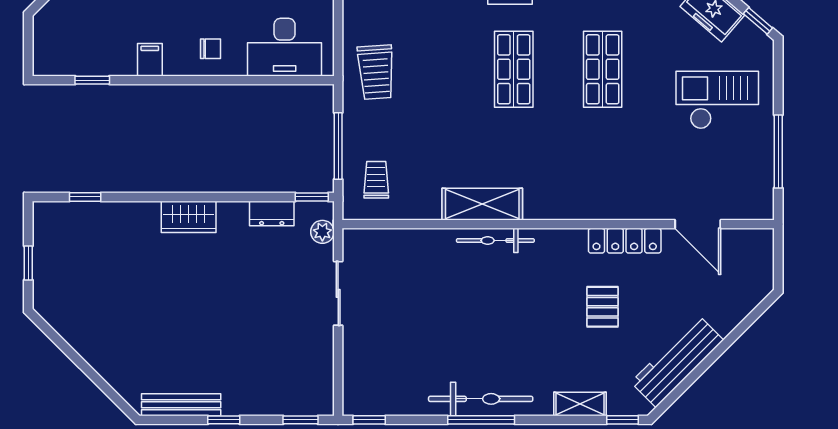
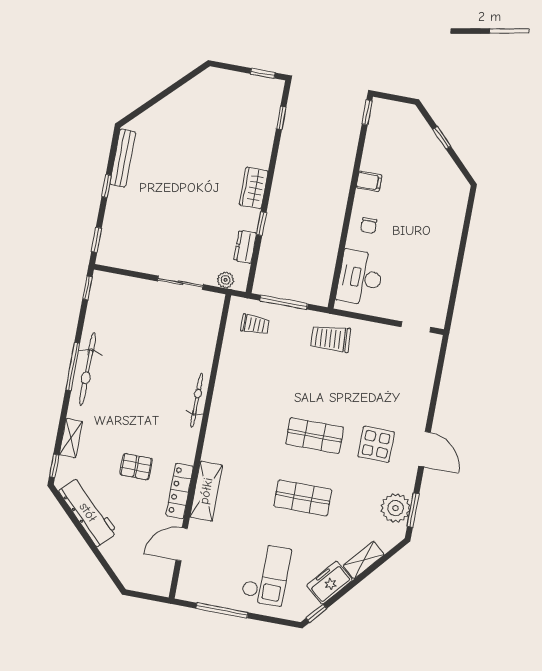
window: (92, 80) -> (367, 112), moved
window: (312, 197) -> (261, 224), moved
shelving: (482, 204) -> (206, 491), moved
window: (28, 263) -> (263, 73), moved

